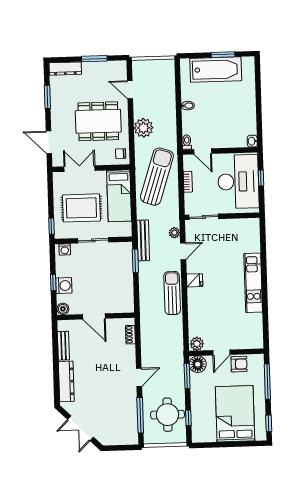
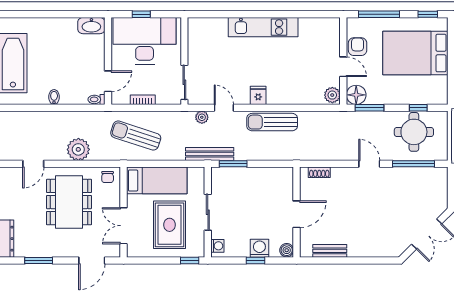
washbasin: (252, 141) -> (91, 26), width x1.91, depth x1.45
sun lounger: (157, 177) -> (136, 136), width x0.73, depth x0.75
dresser: (66, 381) -> (371, 249), removed

